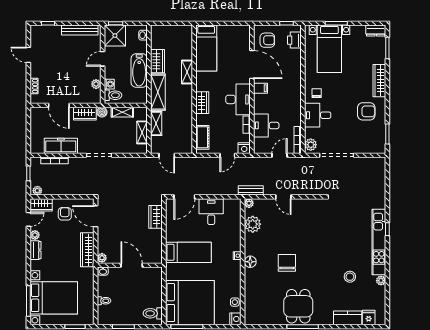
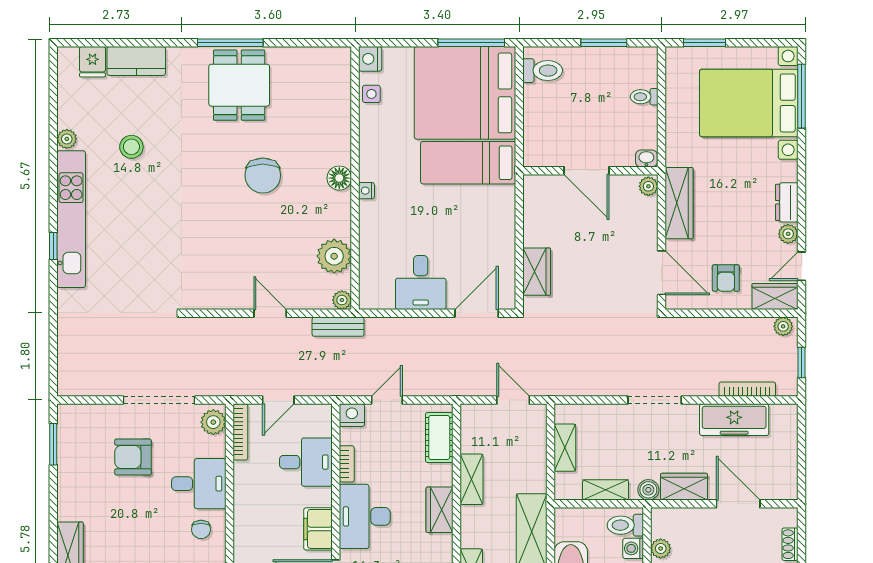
filing cabinet: (260, 88) -> (318, 529), width x2.00
armchair: (366, 111) -> (133, 457), moved
shelving: (156, 123) -> (471, 479), moved
bed: (188, 252) -> (468, 163), moved

